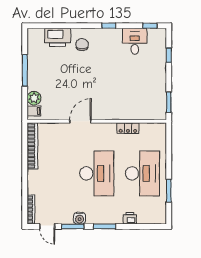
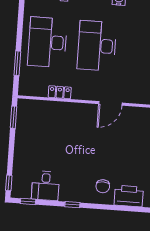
window: (169, 55) -> (9, 183), moved
window: (169, 191) -> (17, 63), moved

